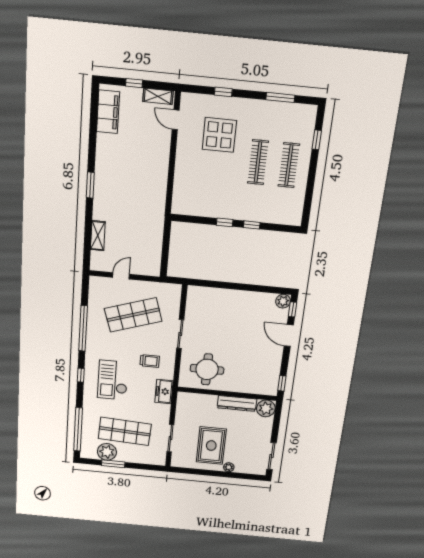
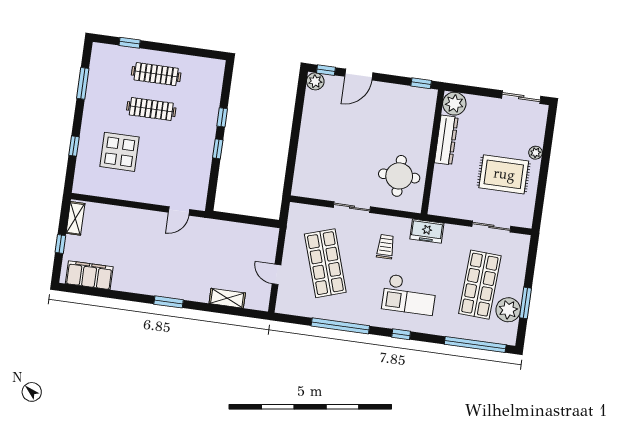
door: (176, 120) -> (179, 211), moved

